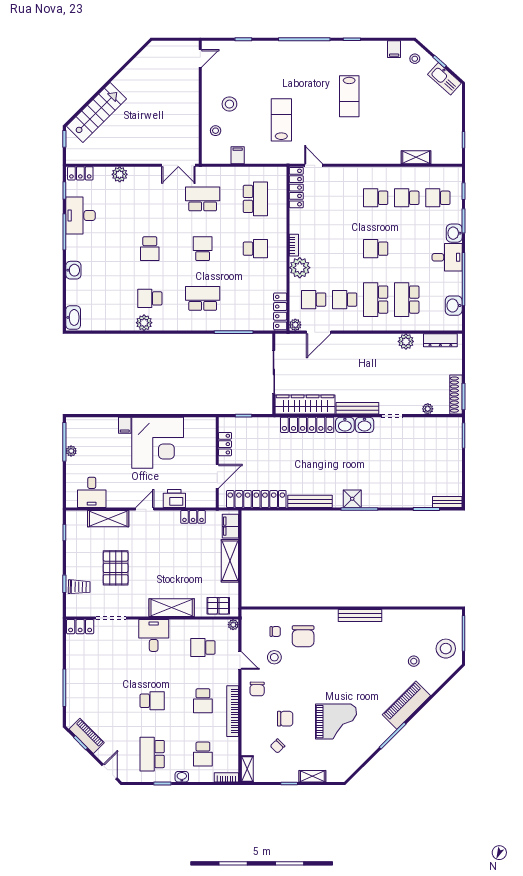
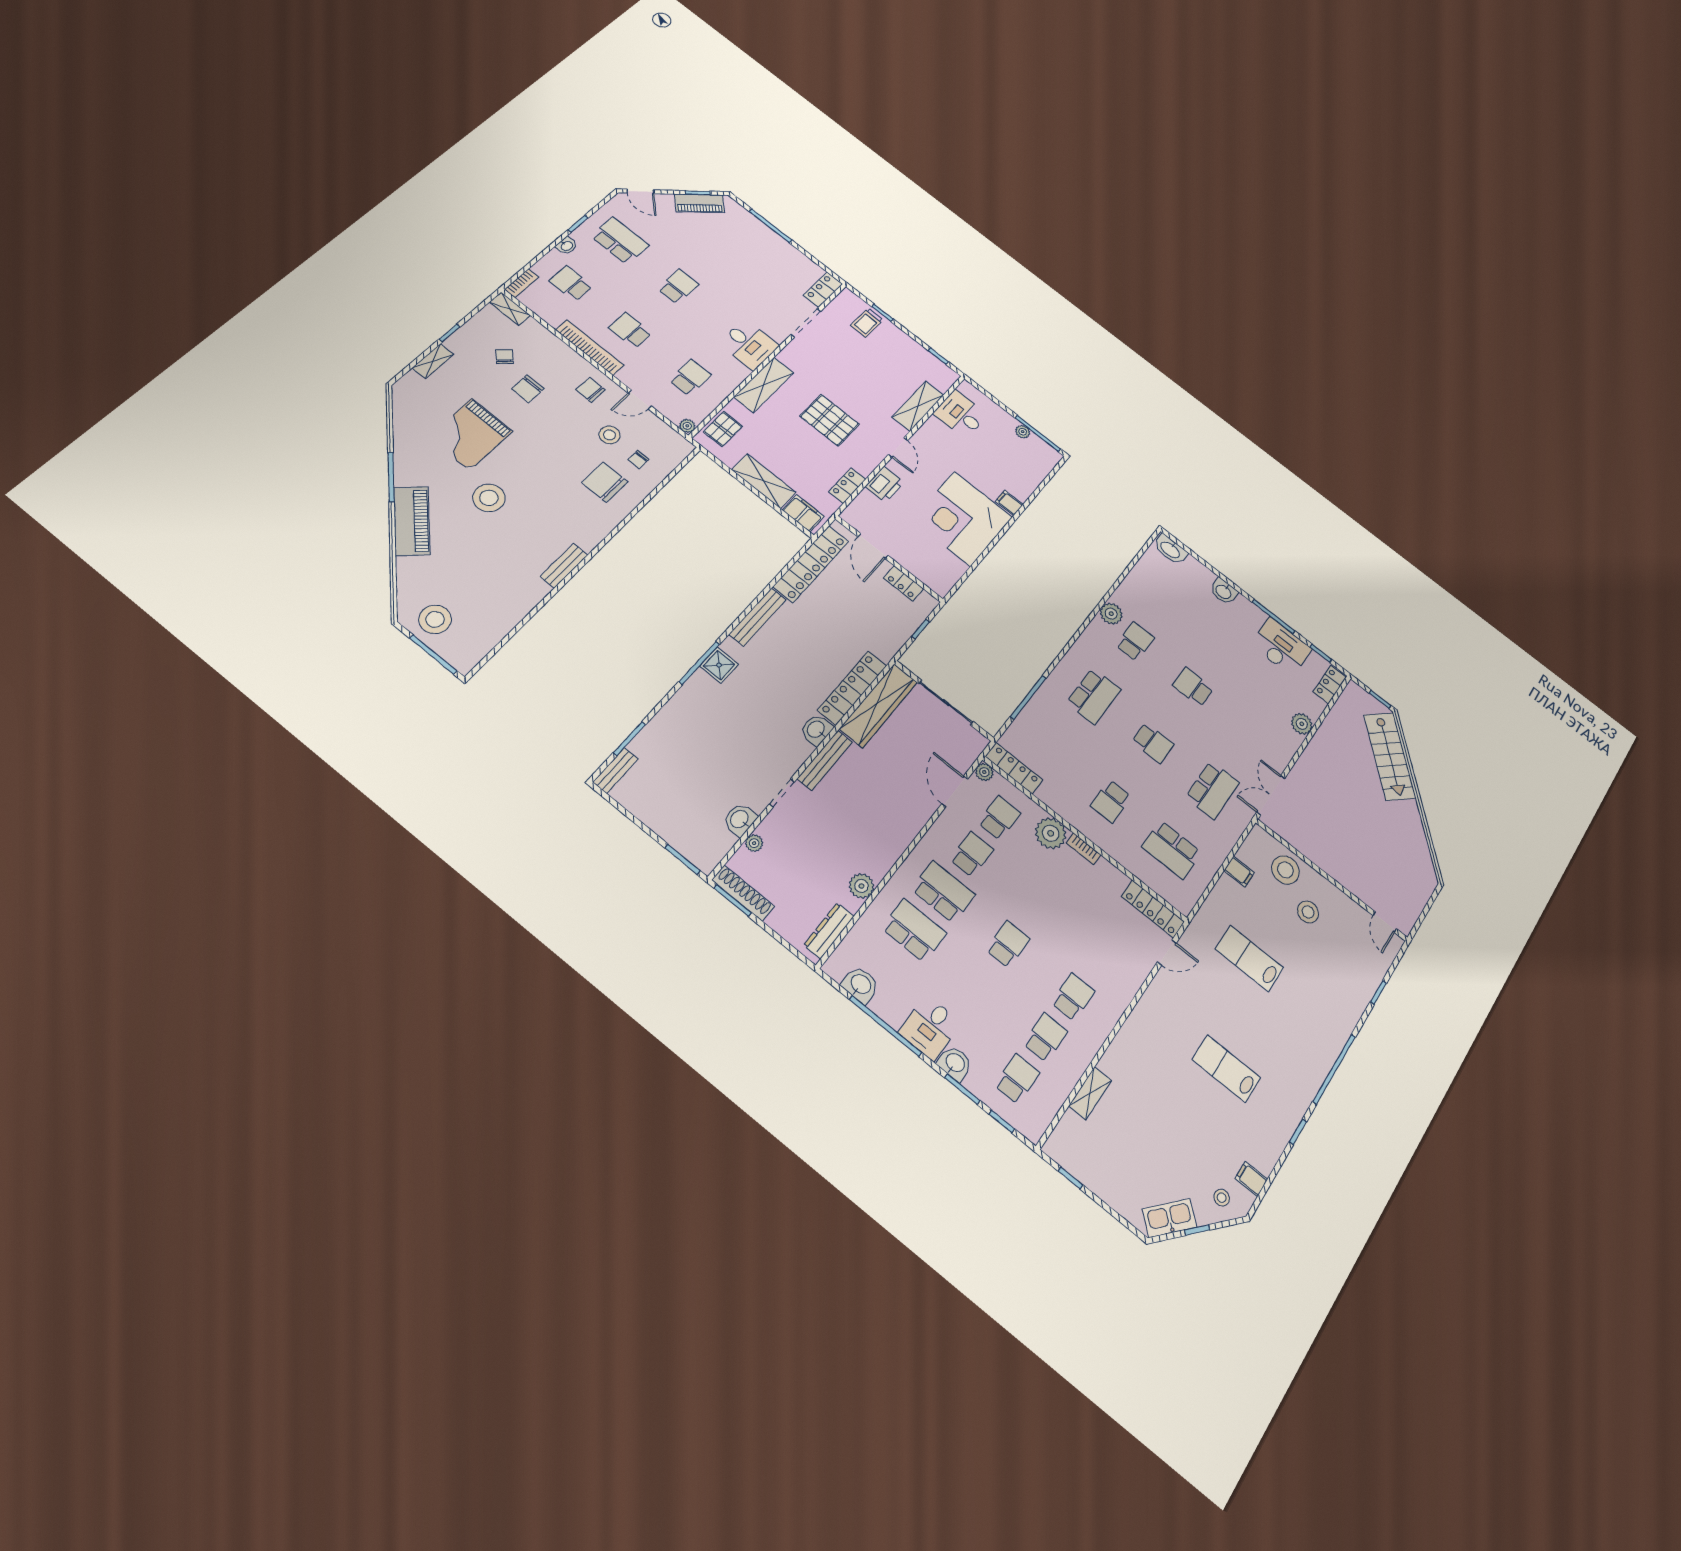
lab bench: (281, 120) -> (1249, 958), turned 180
stool: (216, 131) -> (1285, 870), width x1.89, depth x1.89
washbasin: (364, 425) -> (740, 819), moved
pallet: (116, 568) -> (830, 420), moved
bench: (360, 616) -> (564, 566), width x0.73
stool: (414, 661) -> (489, 498), moved, width x1.89, depth x1.89
school desk: (152, 701) -> (678, 287), turned 180

